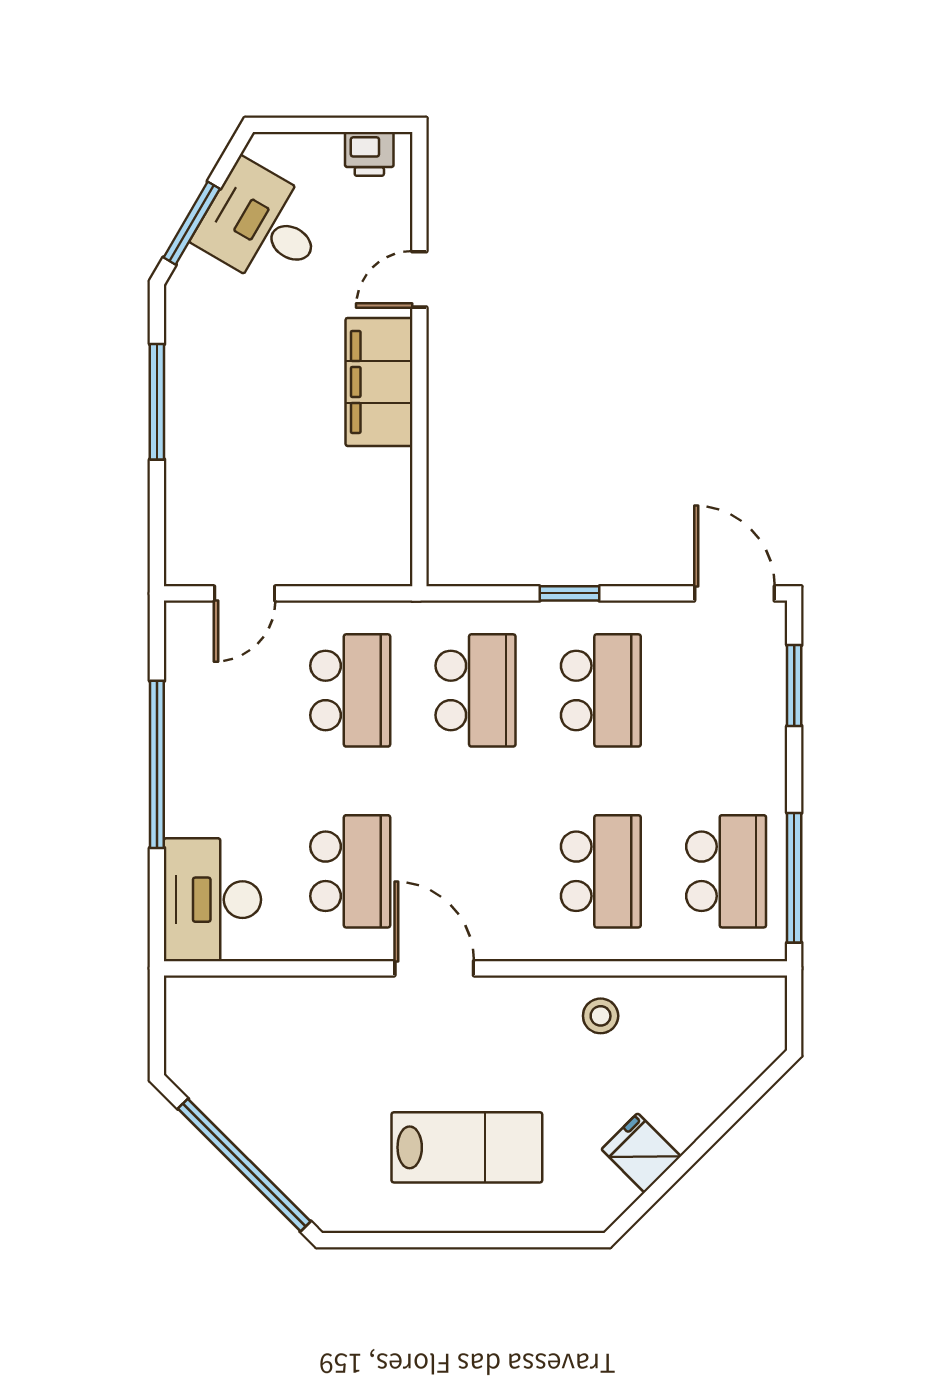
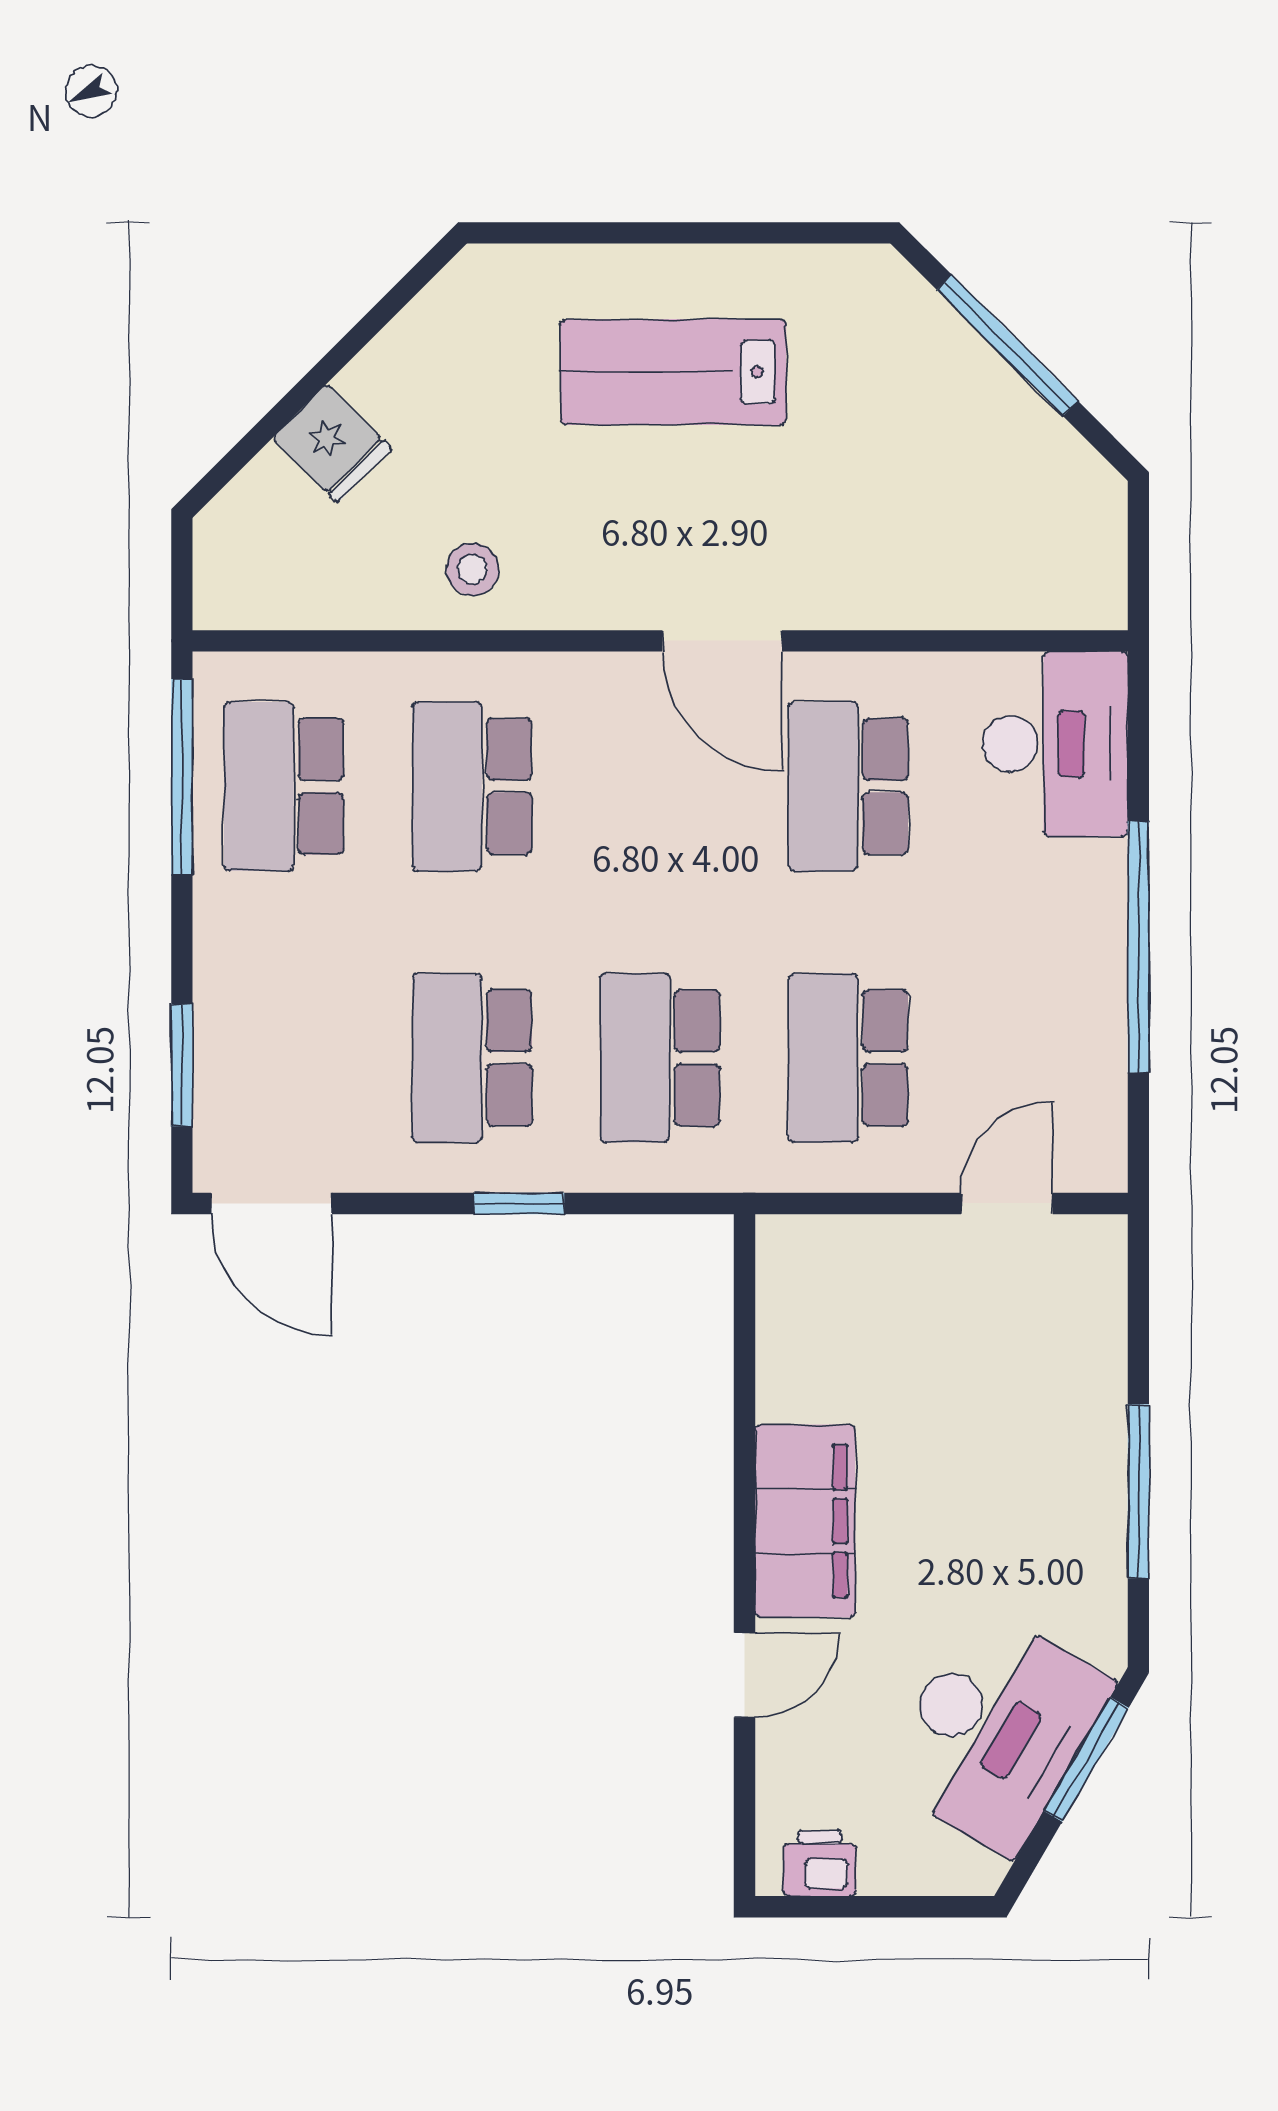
desk: (262, 226) -> (995, 1731), width x1.37
fridge: (641, 1153) -> (332, 443), moved
window: (244, 1165) -> (1007, 345), width x0.68

